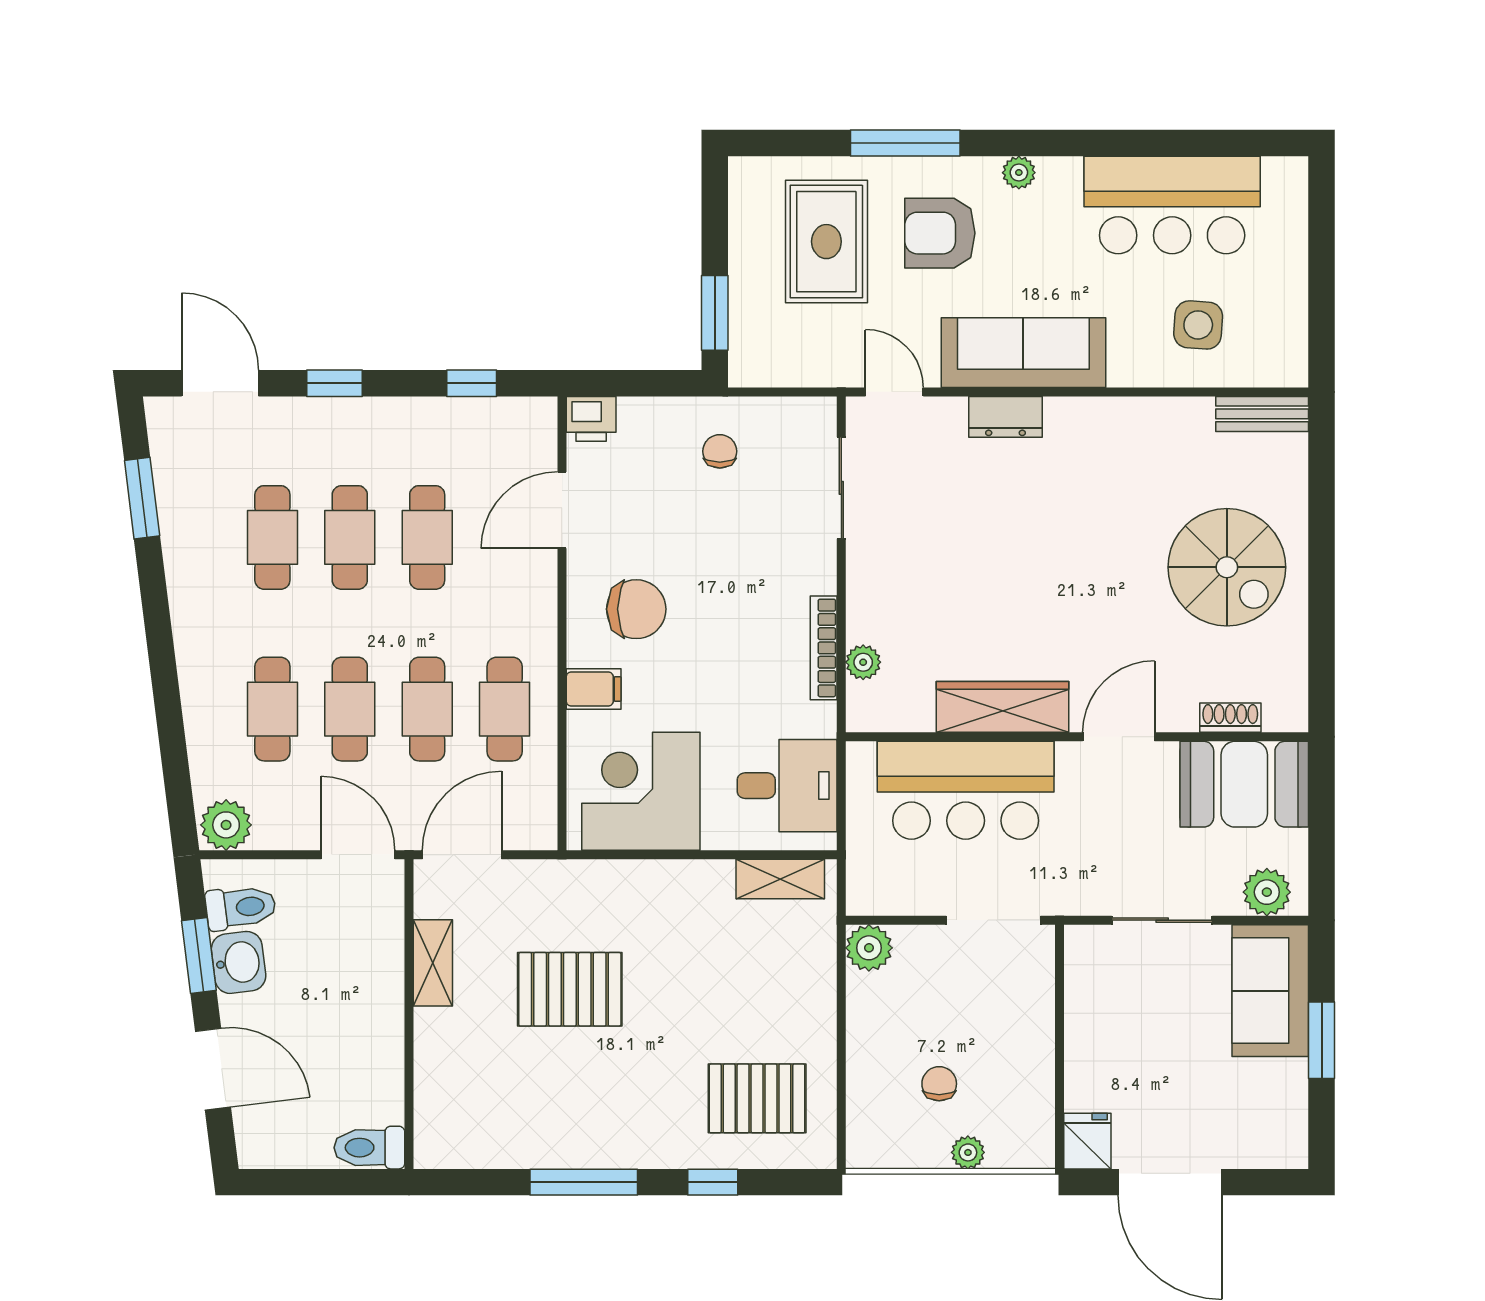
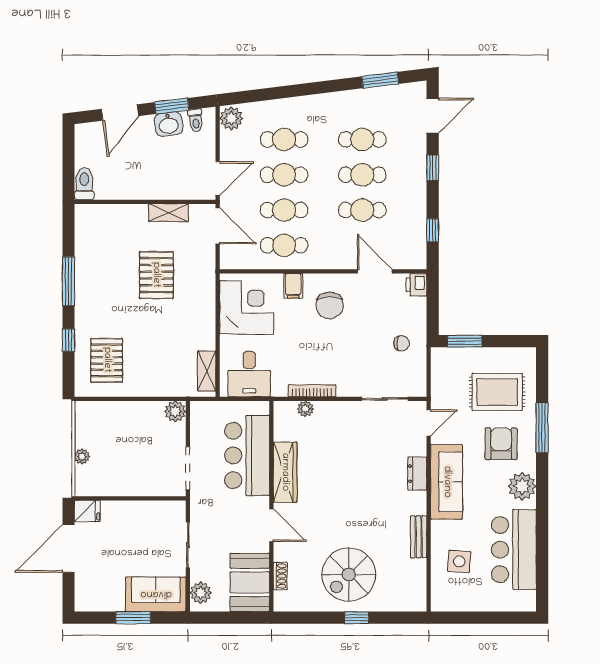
plant: (1019, 173) -> (522, 486), width x1.87, depth x1.87
bench: (1262, 414) -> (419, 537), moved
window: (1322, 550) -> (357, 618), added
toilet: (241, 908) -> (196, 120), width x0.73, depth x0.72
chair: (939, 1084) -> (113, 443), removed

